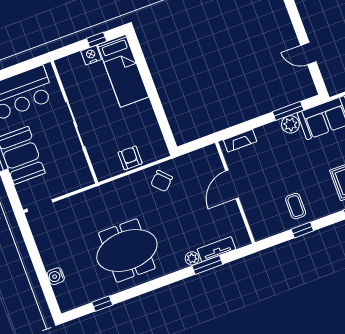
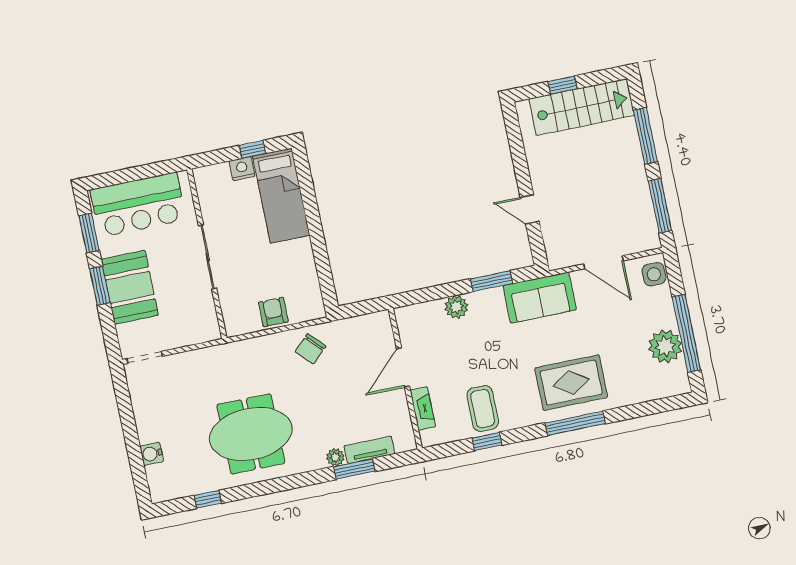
plant: (290, 124) -> (456, 307), moved
fireplace: (240, 141) -> (423, 409), moved, turned -90
coffee table: (296, 206) -> (483, 409), width x1.36, depth x1.30

